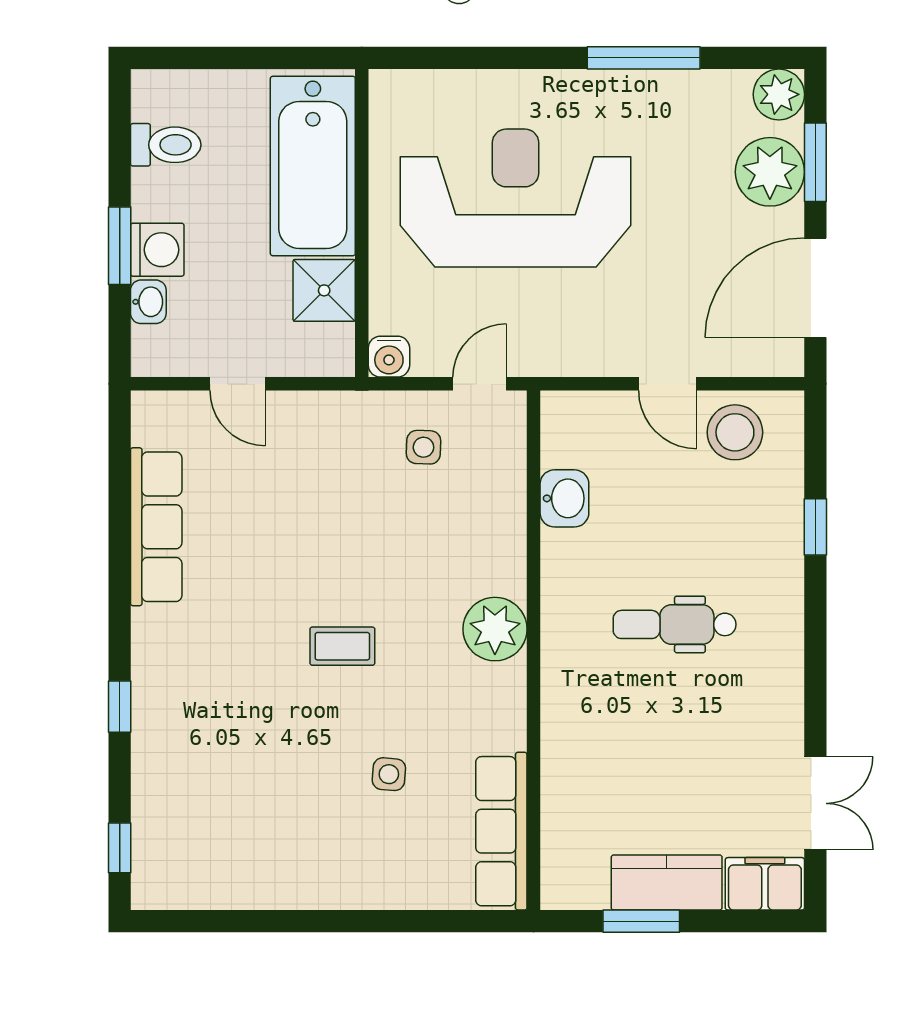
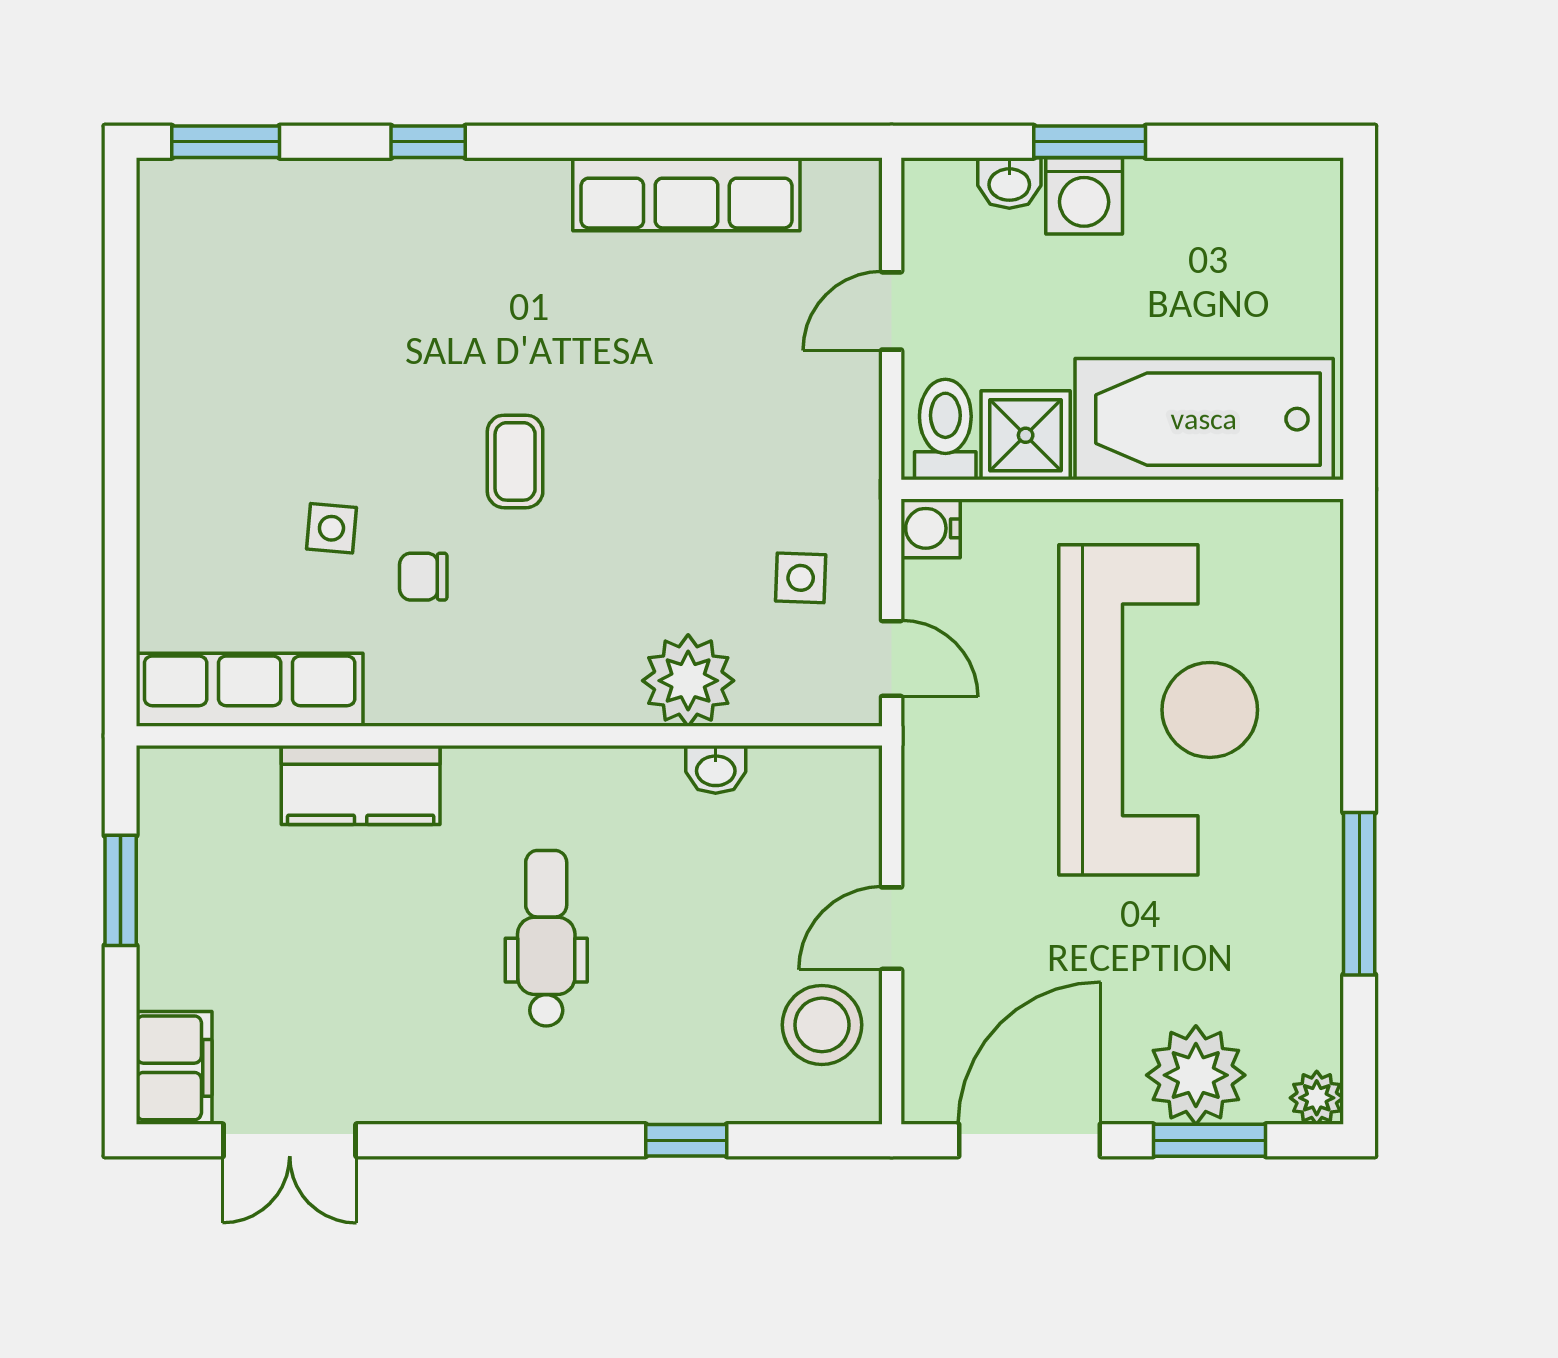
plant: (779, 94) -> (1317, 1098), width x0.73, depth x0.73
toilet: (166, 145) -> (945, 429), moved, turned 180
door: (815, 288) -> (1030, 1140), hinge flipped
washbasin: (564, 498) -> (716, 769), width x0.72, depth x0.69
plant: (495, 629) -> (688, 681), moved
chair: (423, 710) -> (423, 577), added
window: (120, 848) -> (226, 142), width x1.50
kitchen counter: (667, 882) -> (361, 785), moved, turned 90

